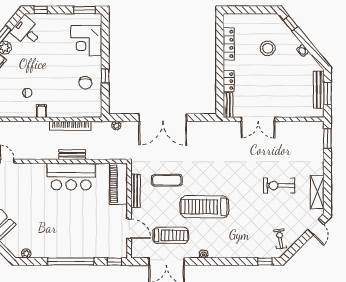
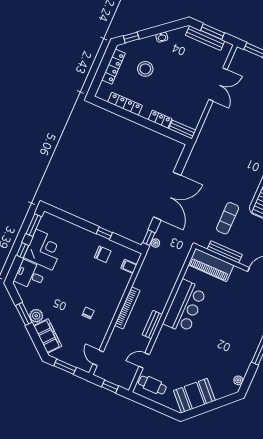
window: (41, 10) -> (23, 250), moved
locker: (257, 19) -> (113, 67), added
desk: (26, 31) -> (30, 275), moved, turned 50
corner desk: (86, 41) -> (44, 250), moved, turned -90
filing cabinet: (41, 111) -> (129, 266), moved
window: (118, 118) -> (149, 238), added
double door: (258, 119) -> (218, 85), moved
bookcase: (70, 126) -> (127, 308), moved
bench: (72, 155) -> (152, 325), moved

